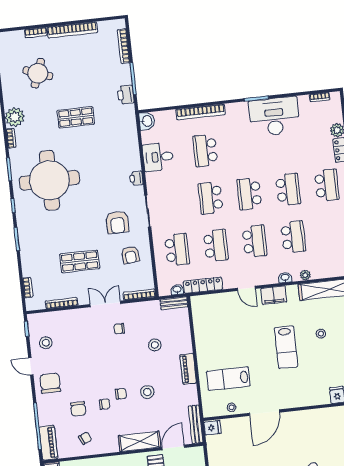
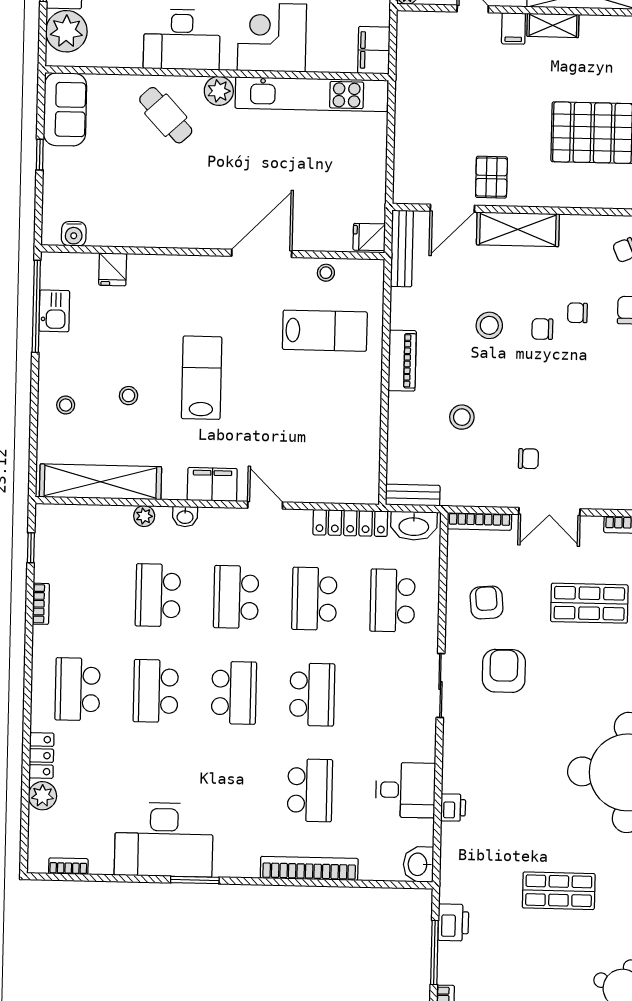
printer: (136, 178) -> (453, 808), moved
washbasin: (177, 290) -> (414, 526), width x1.91, depth x1.45

